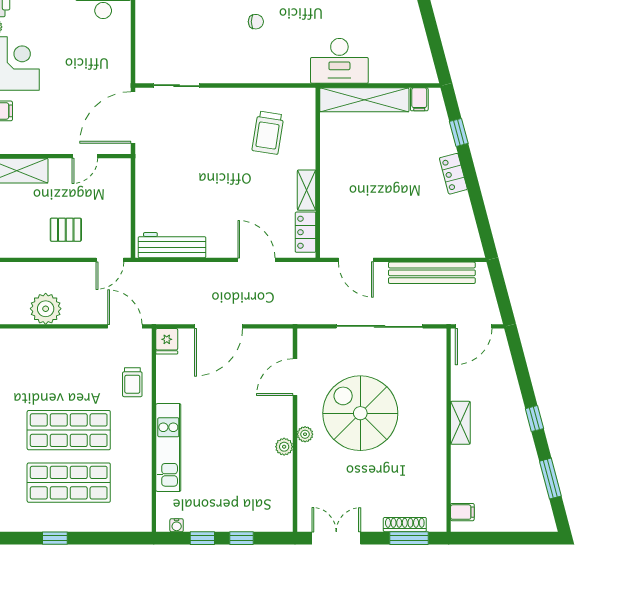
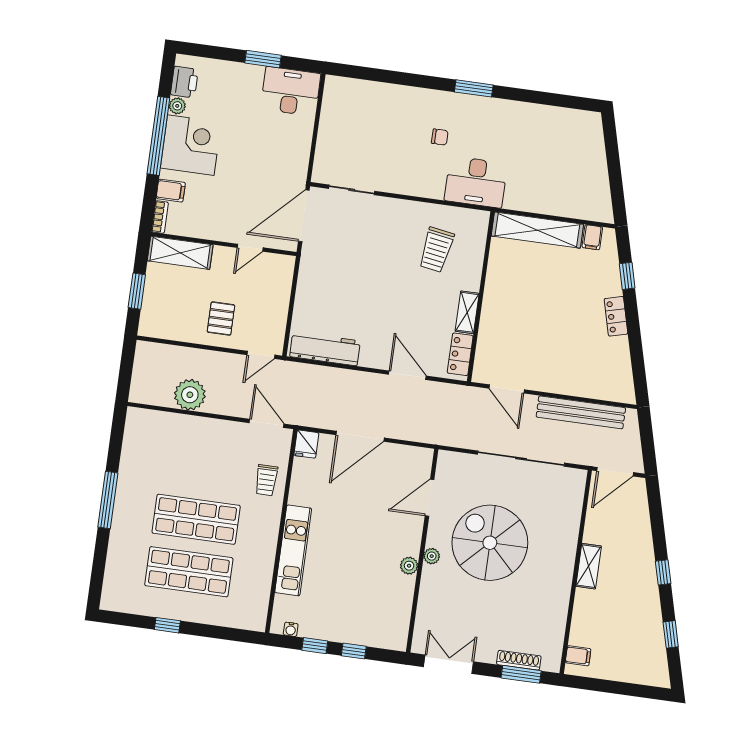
desk: (339, 61) -> (476, 182), moved
pallet: (66, 230) -> (221, 319), turned 90
window: (550, 479) -> (671, 634), width x0.67

